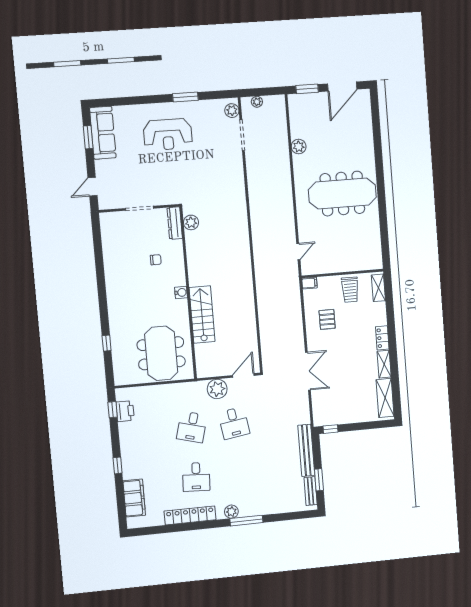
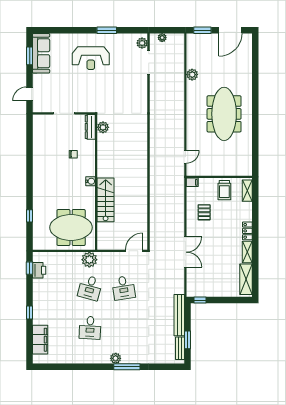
meeting table: (342, 194) -> (224, 114), turned 90
meeting table: (161, 353) -> (71, 227), turned 90
plant: (217, 389) -> (89, 260), moved
locker: (190, 515) -> (83, 358), removed

